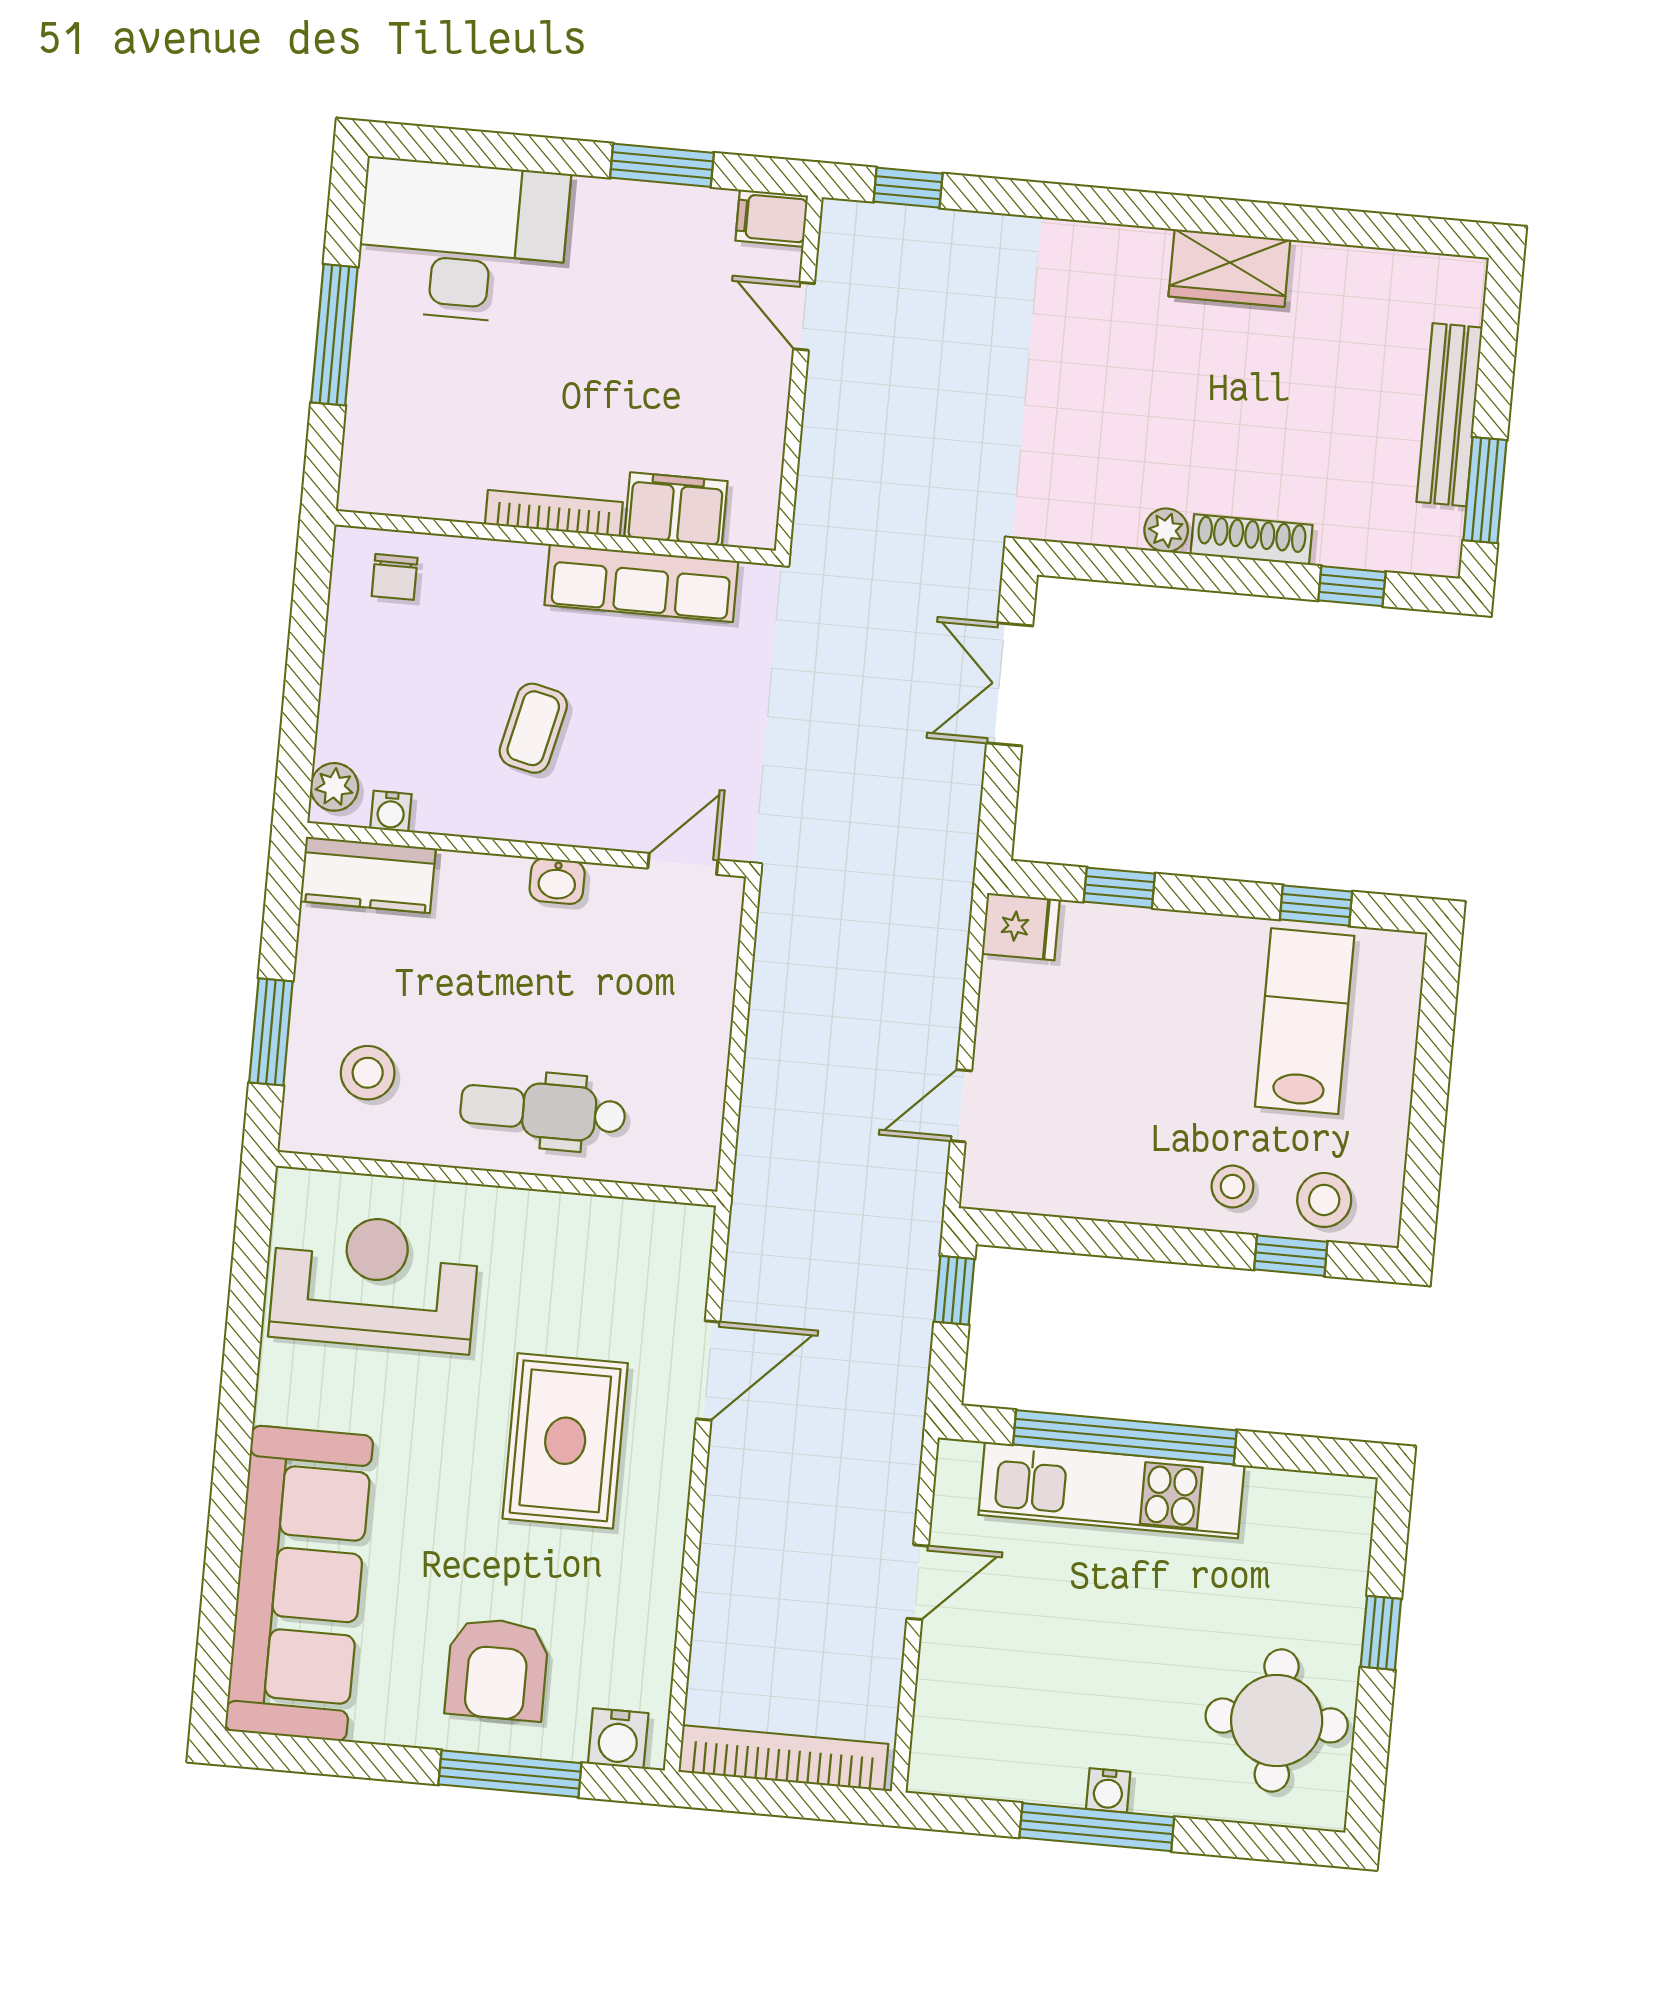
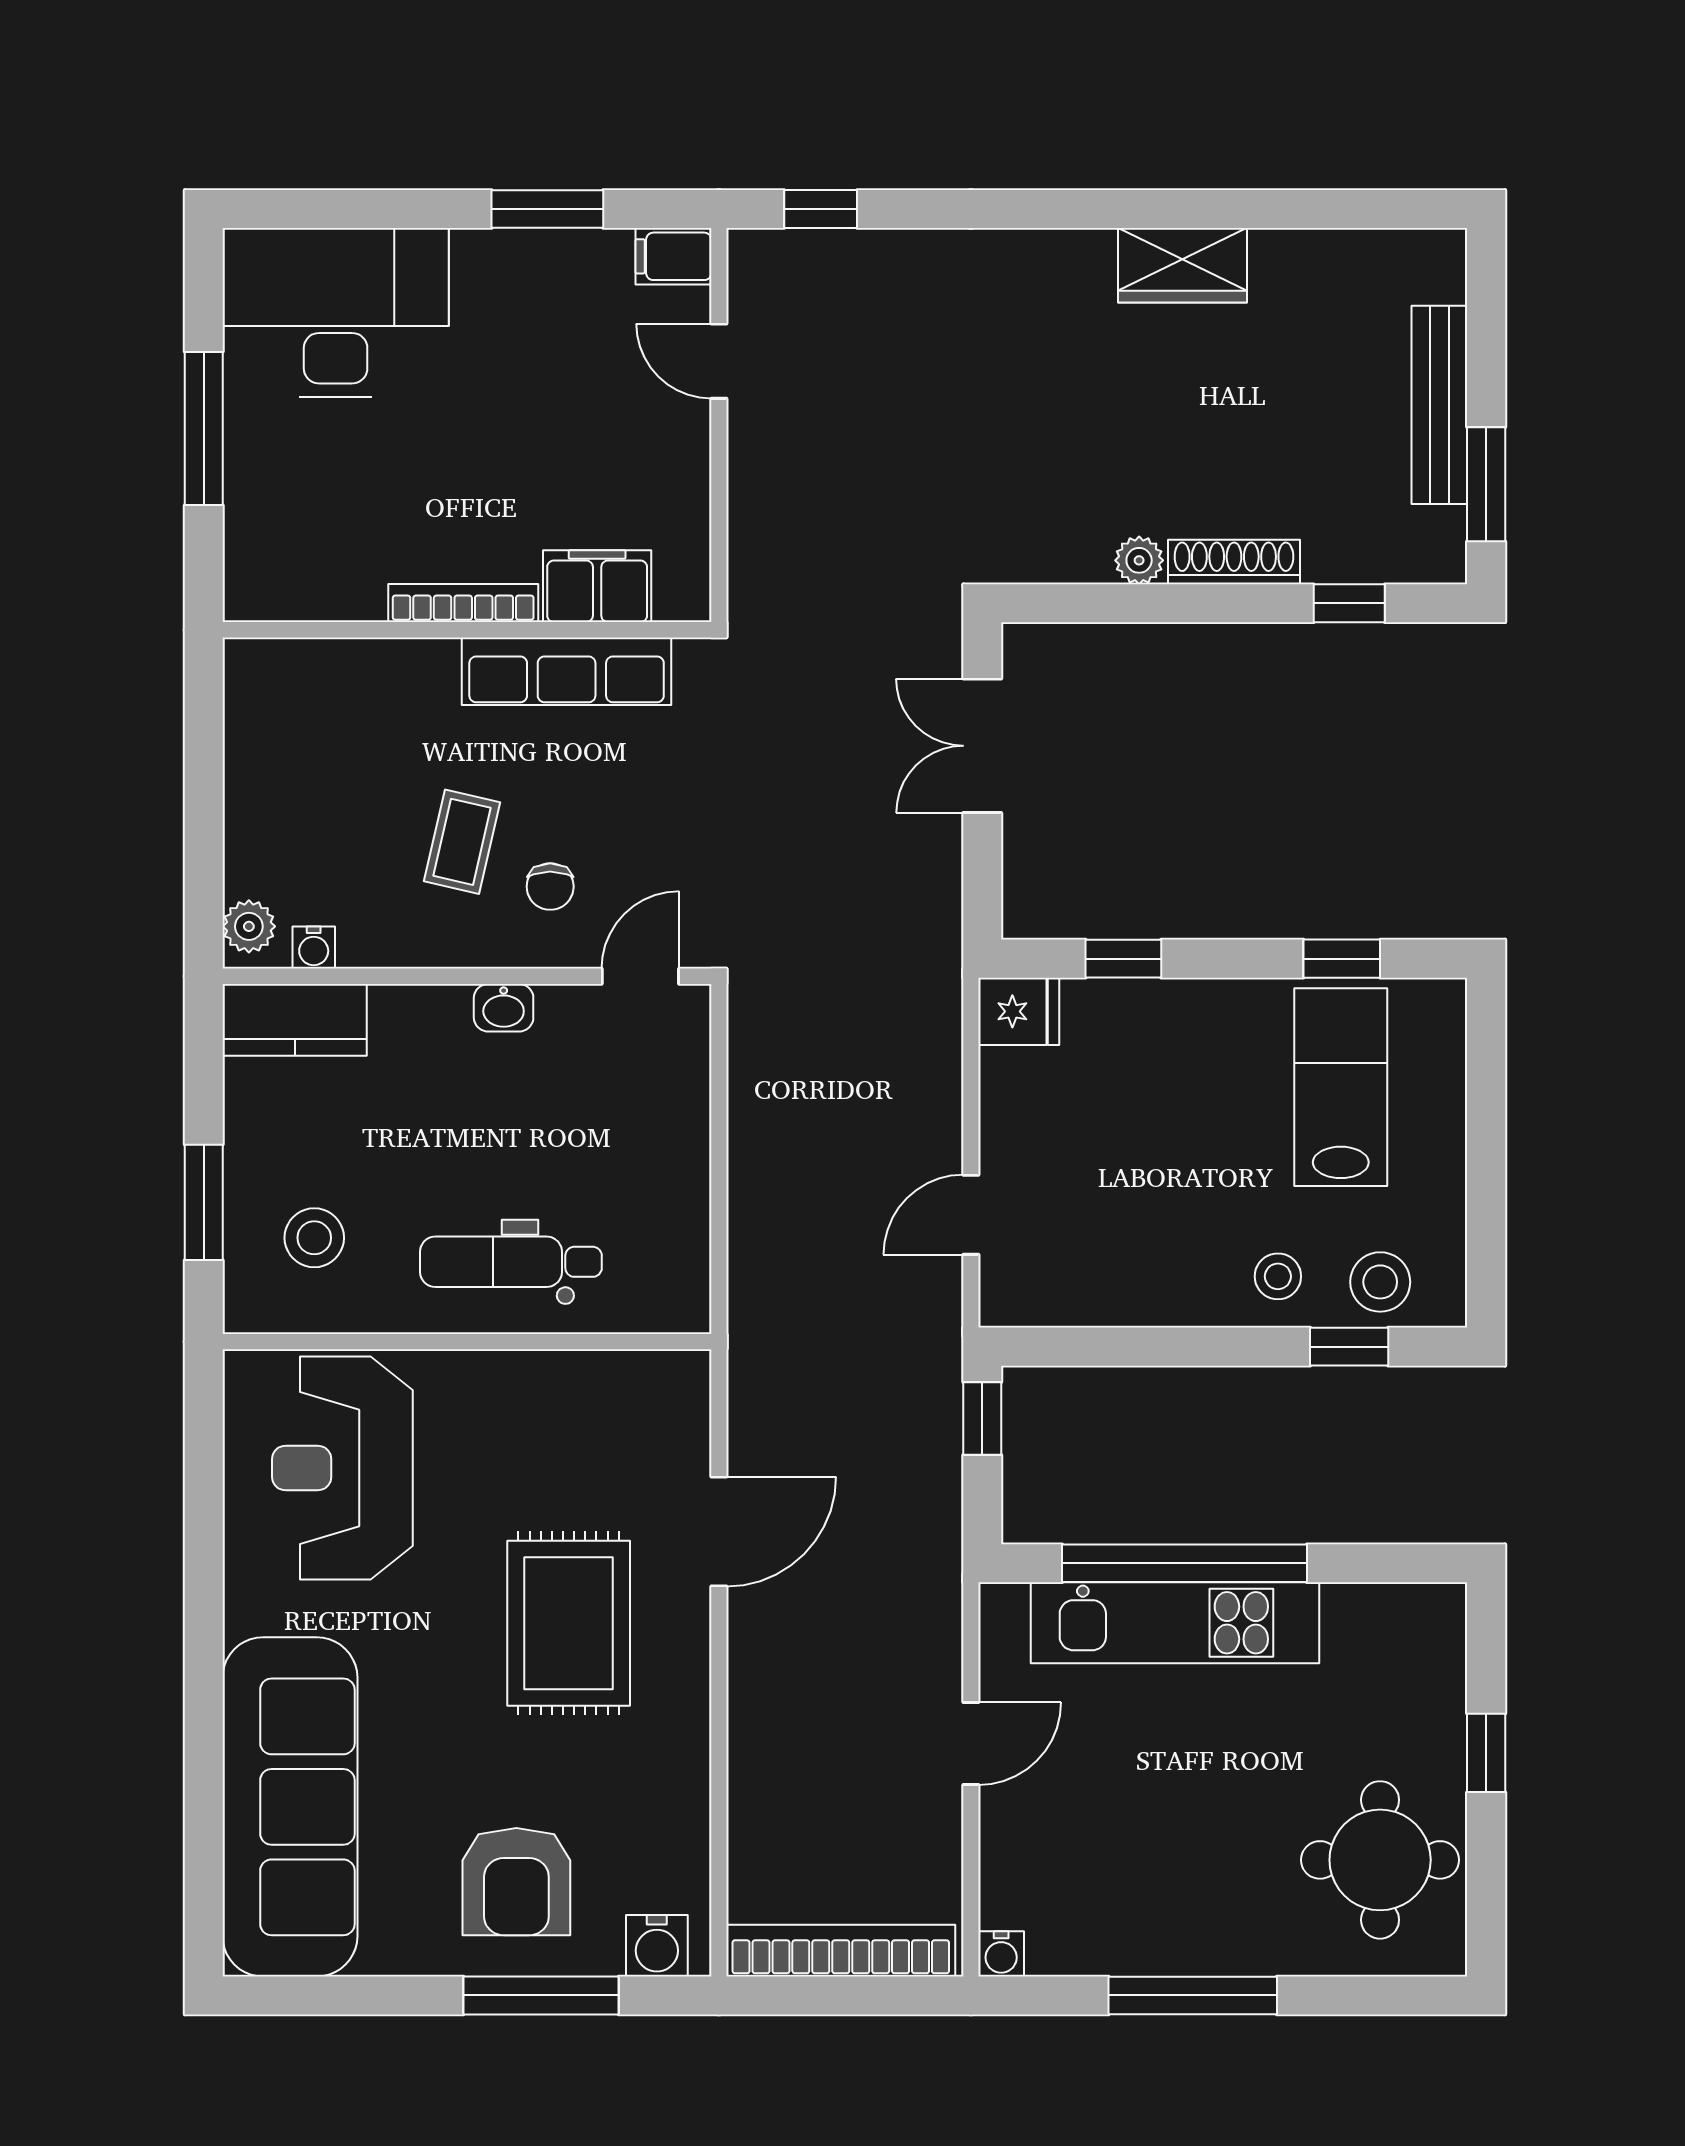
chair: (395, 577) -> (550, 887), moved
reception desk: (374, 1282) -> (342, 1468), turned -90
water cooler: (1108, 1790) -> (1001, 1954), moved

